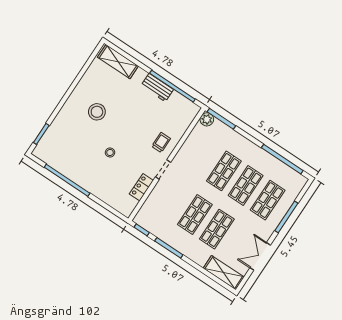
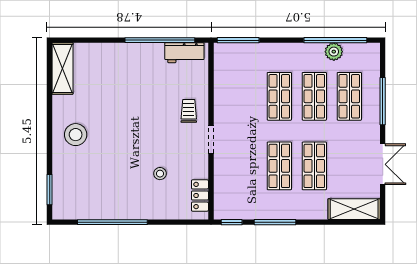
shelving: (118, 62) -> (62, 68), moved, turned 90
workbench: (157, 87) -> (184, 53), moved
stool: (97, 112) -> (76, 135), moved
plant: (207, 119) -> (334, 52), moved
stool: (110, 153) -> (160, 174), moved
locker: (141, 187) -> (200, 195), moved
double door: (260, 256) -> (383, 164), swing flipped

